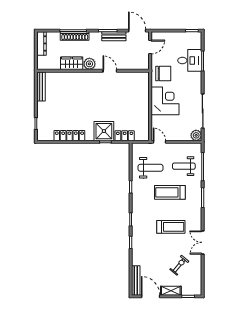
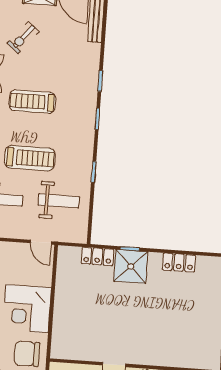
locker: (69, 136) -> (179, 262), width x0.66
weight bench: (151, 168) -> (59, 201), turned 180

